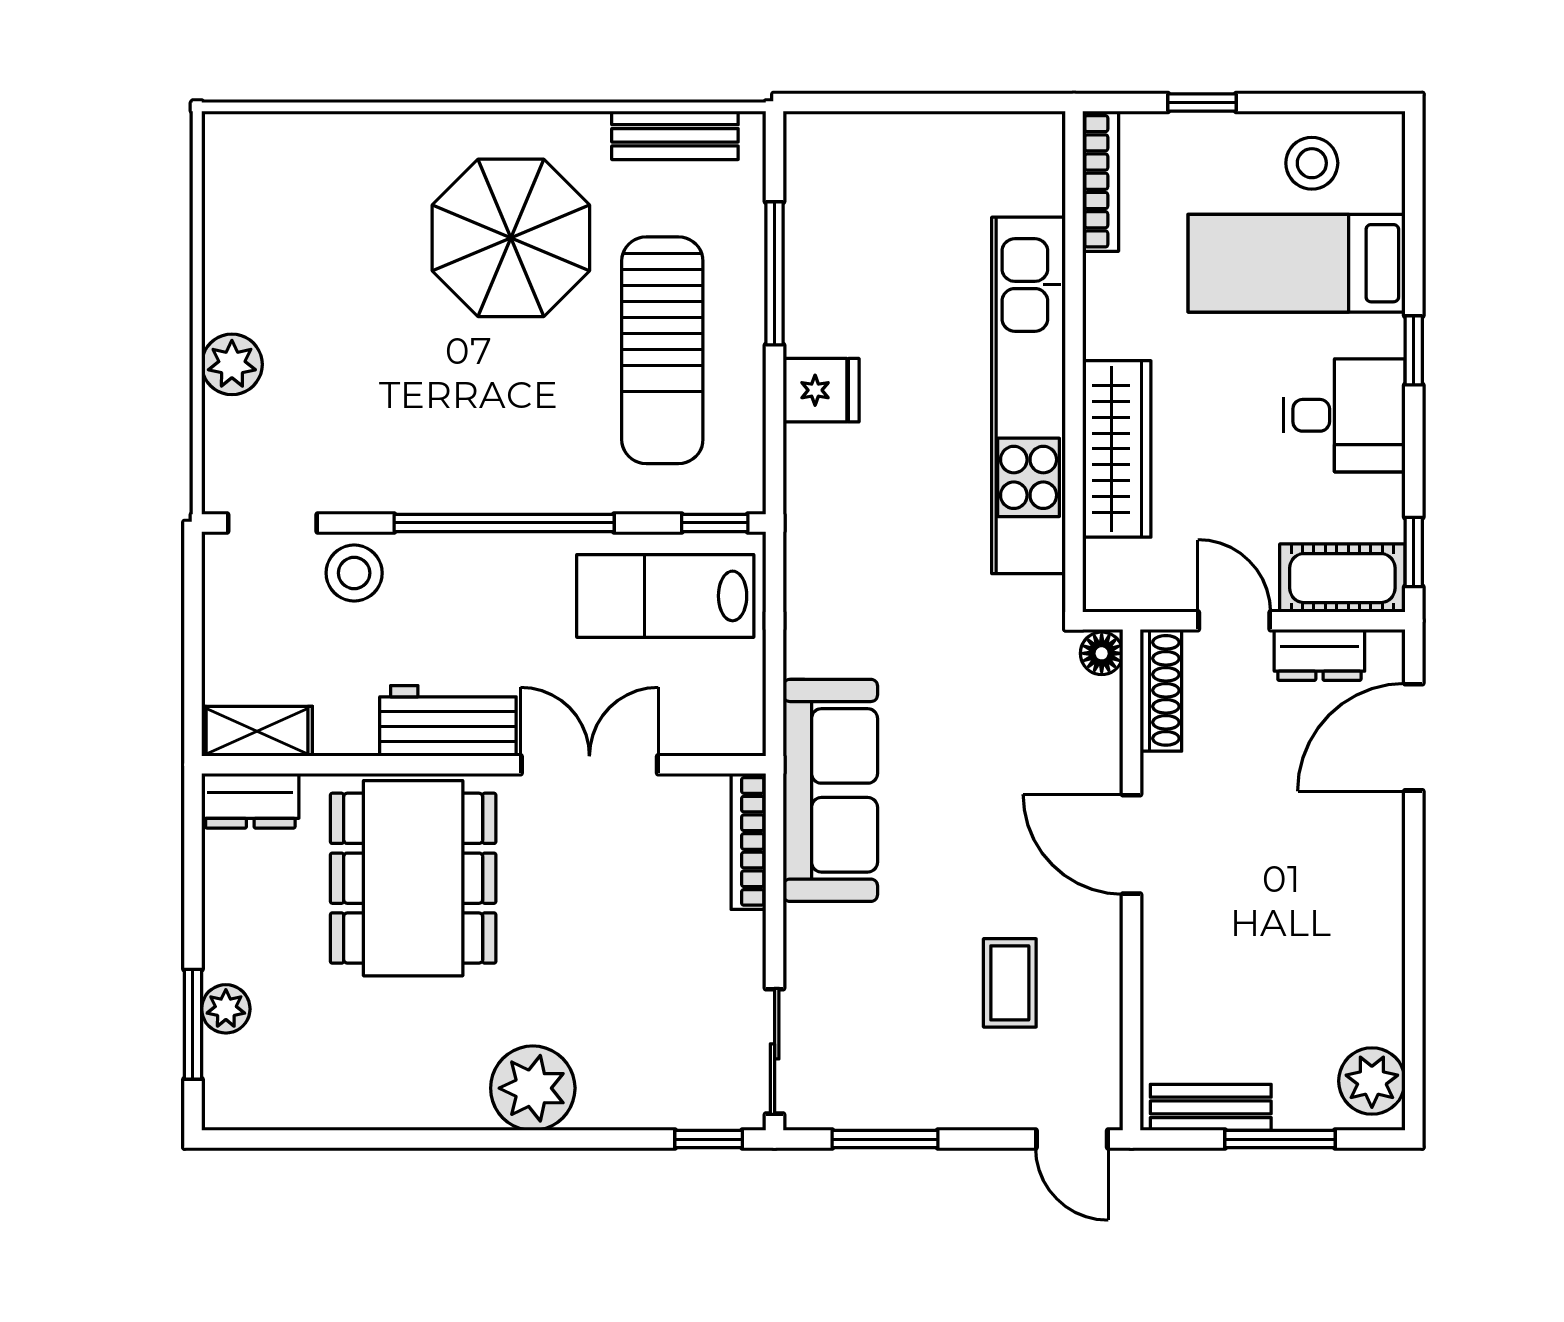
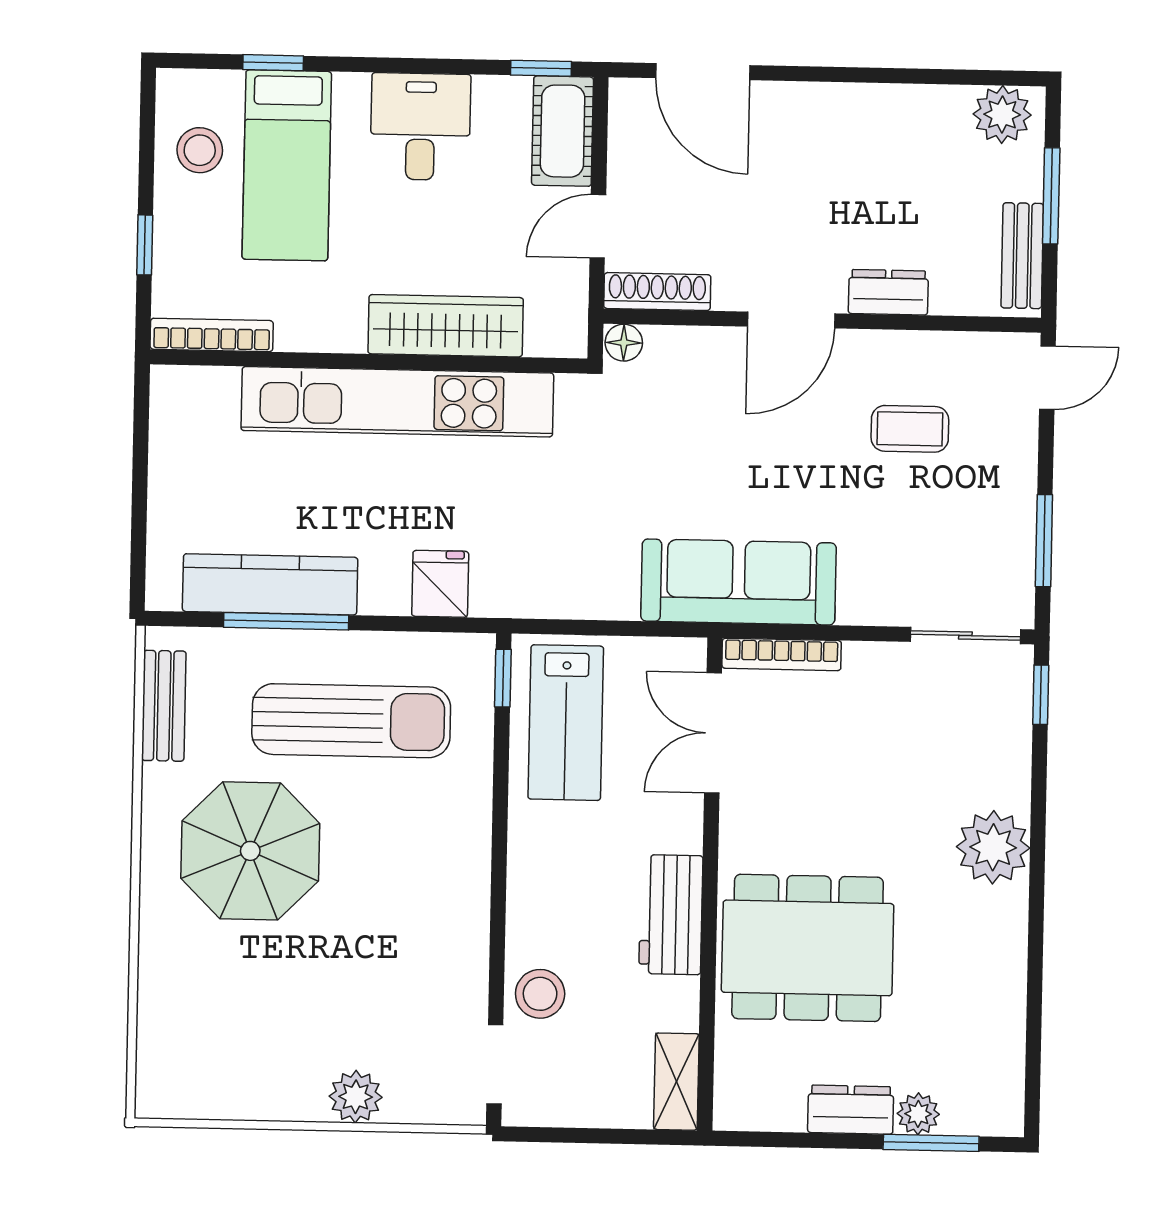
kitchen counter: (816, 254) -> (270, 584), added
window: (1414, 350) -> (273, 63), moved
fridge: (821, 390) -> (440, 584), moved
window: (504, 523) -> (499, 862), removed
dresser: (1319, 655) -> (888, 292), moved, turned -90
double door: (589, 765) -> (713, 733), moved
dresser: (250, 801) -> (851, 1110), moved, turned -90

